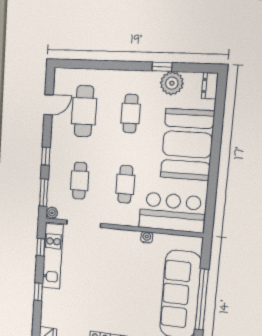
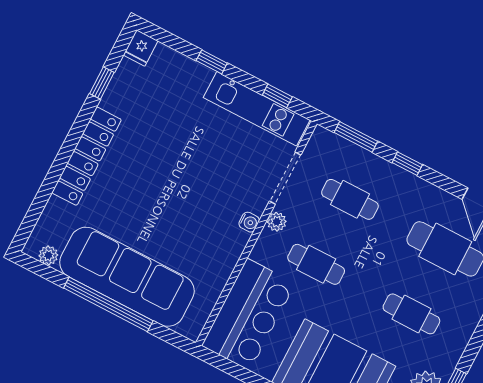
plant: (52, 213) -> (277, 222), moved
water cooler: (147, 237) -> (249, 222), moved

